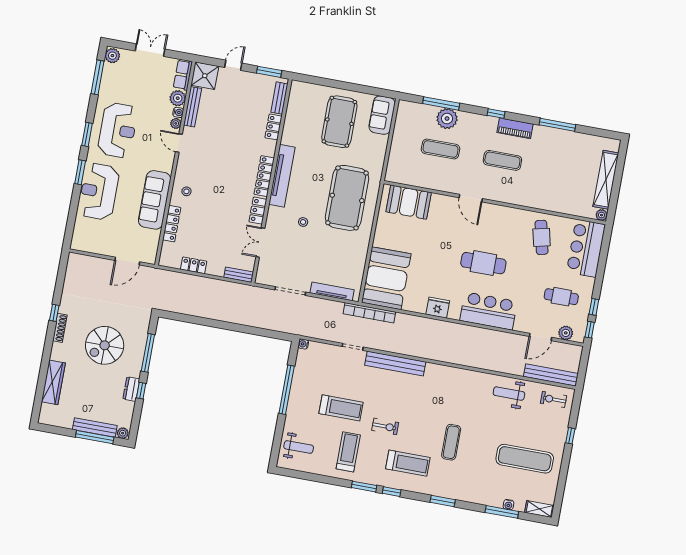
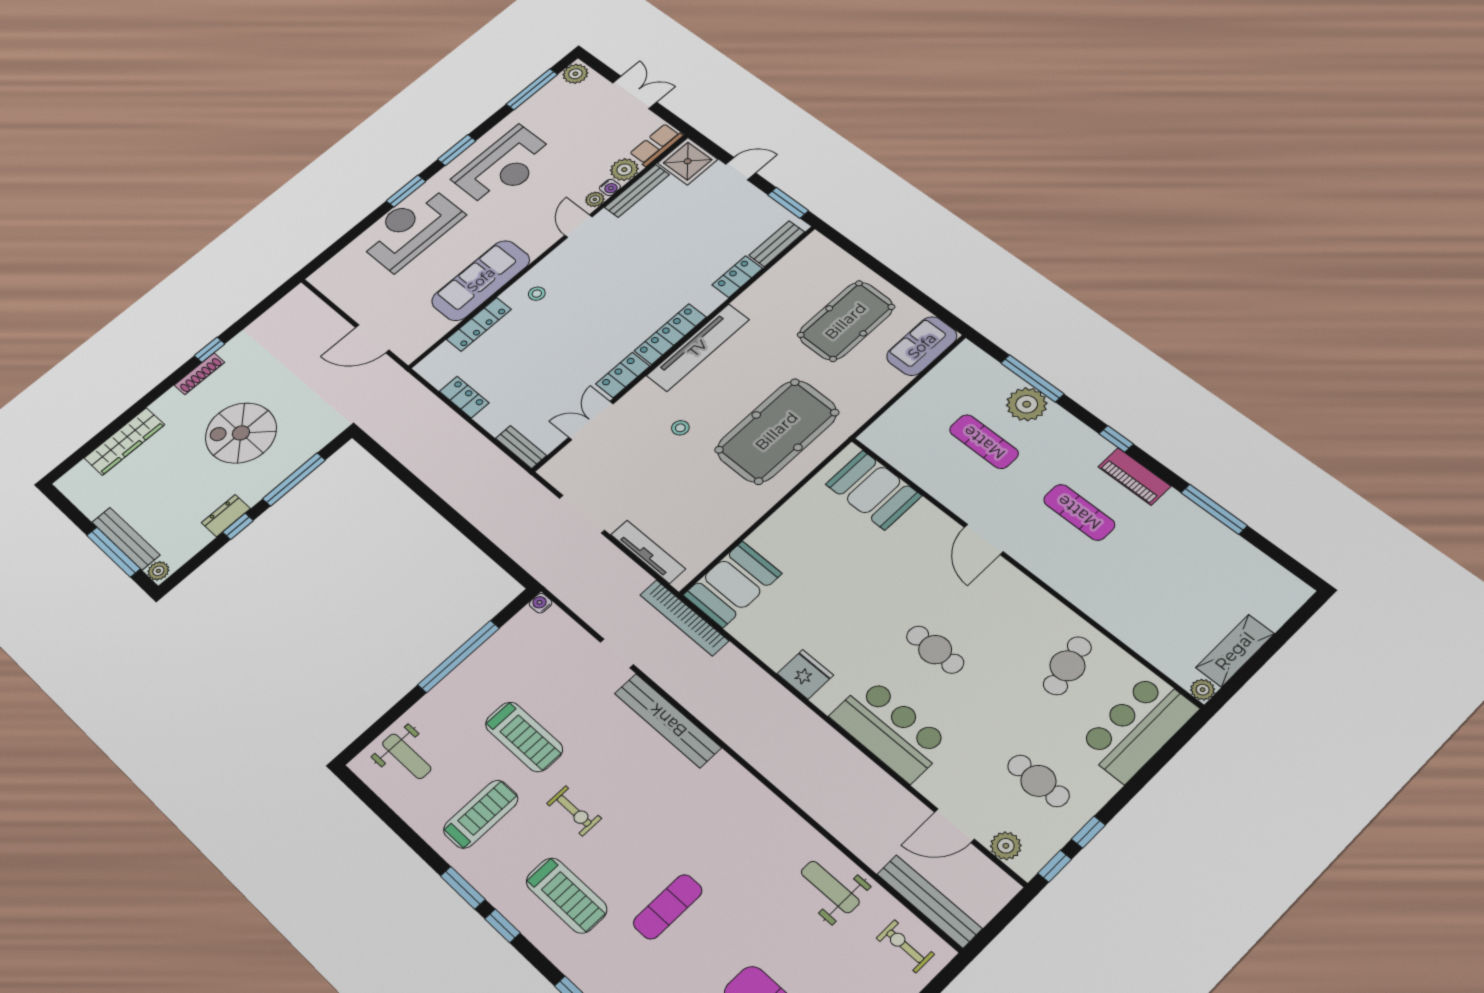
shelving: (606, 180) -> (1235, 651), width x0.68
cafe table: (483, 263) -> (935, 650), width x0.73, depth x0.74
booth: (386, 278) -> (733, 584), width x0.73, depth x0.70

